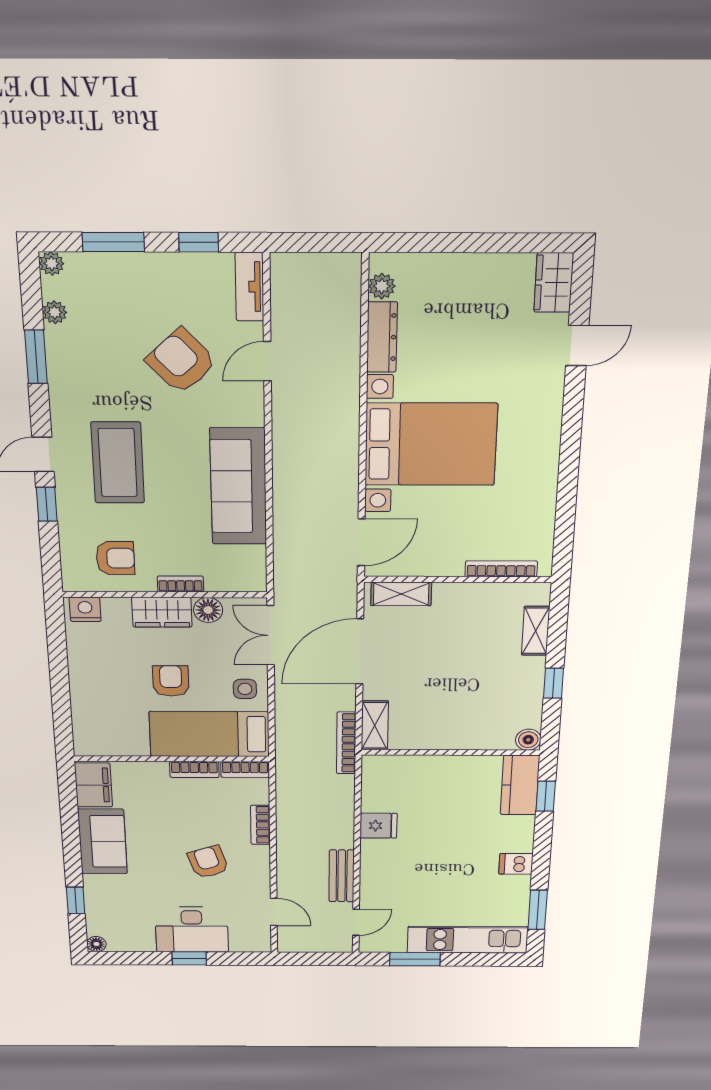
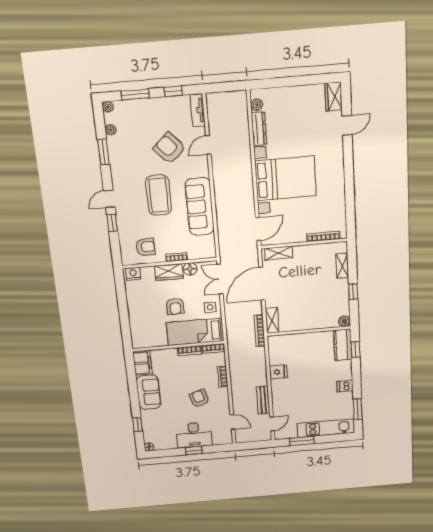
coffee table: (118, 463) -> (159, 195), moved
armchair: (171, 681) -> (175, 306), turned 180

